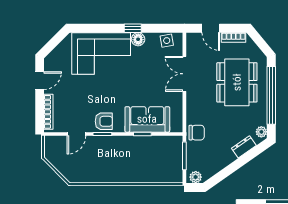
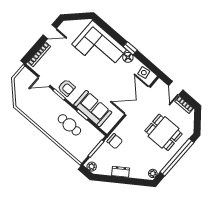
double door: (184, 74) -> (137, 101), width x1.37
dining table: (237, 82) -> (164, 132), width x0.73
dresser: (244, 147) -> (121, 172), moved
cafe table: (138, 155) -> (69, 125), added

